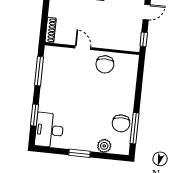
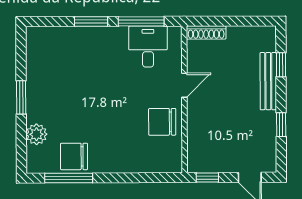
window: (34, 115) -> (91, 22), moved
desk: (49, 130) -> (148, 47), moved, width x0.73

